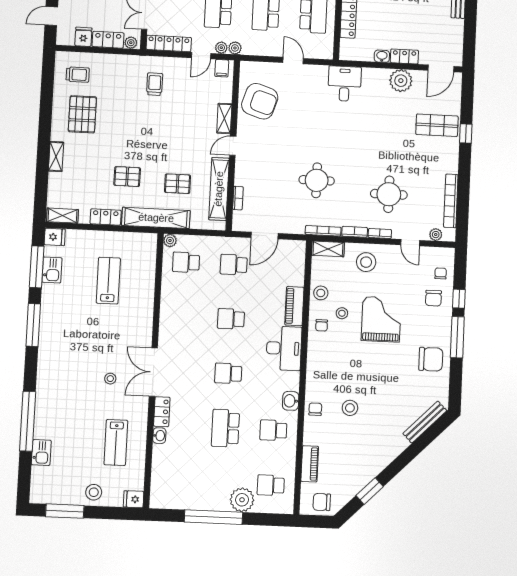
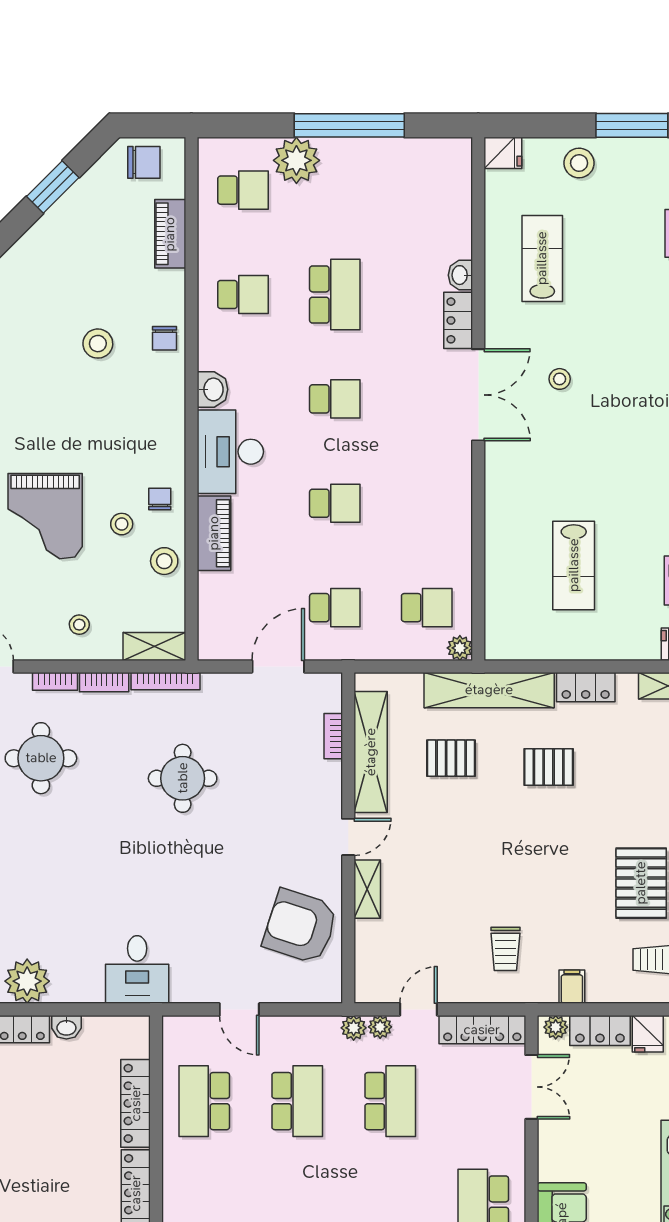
filing cabinet: (222, 68) -> (572, 987), moved
stool: (366, 262) -> (79, 625), width x0.53, depth x0.53
washbasin: (291, 401) -> (213, 389), moved

